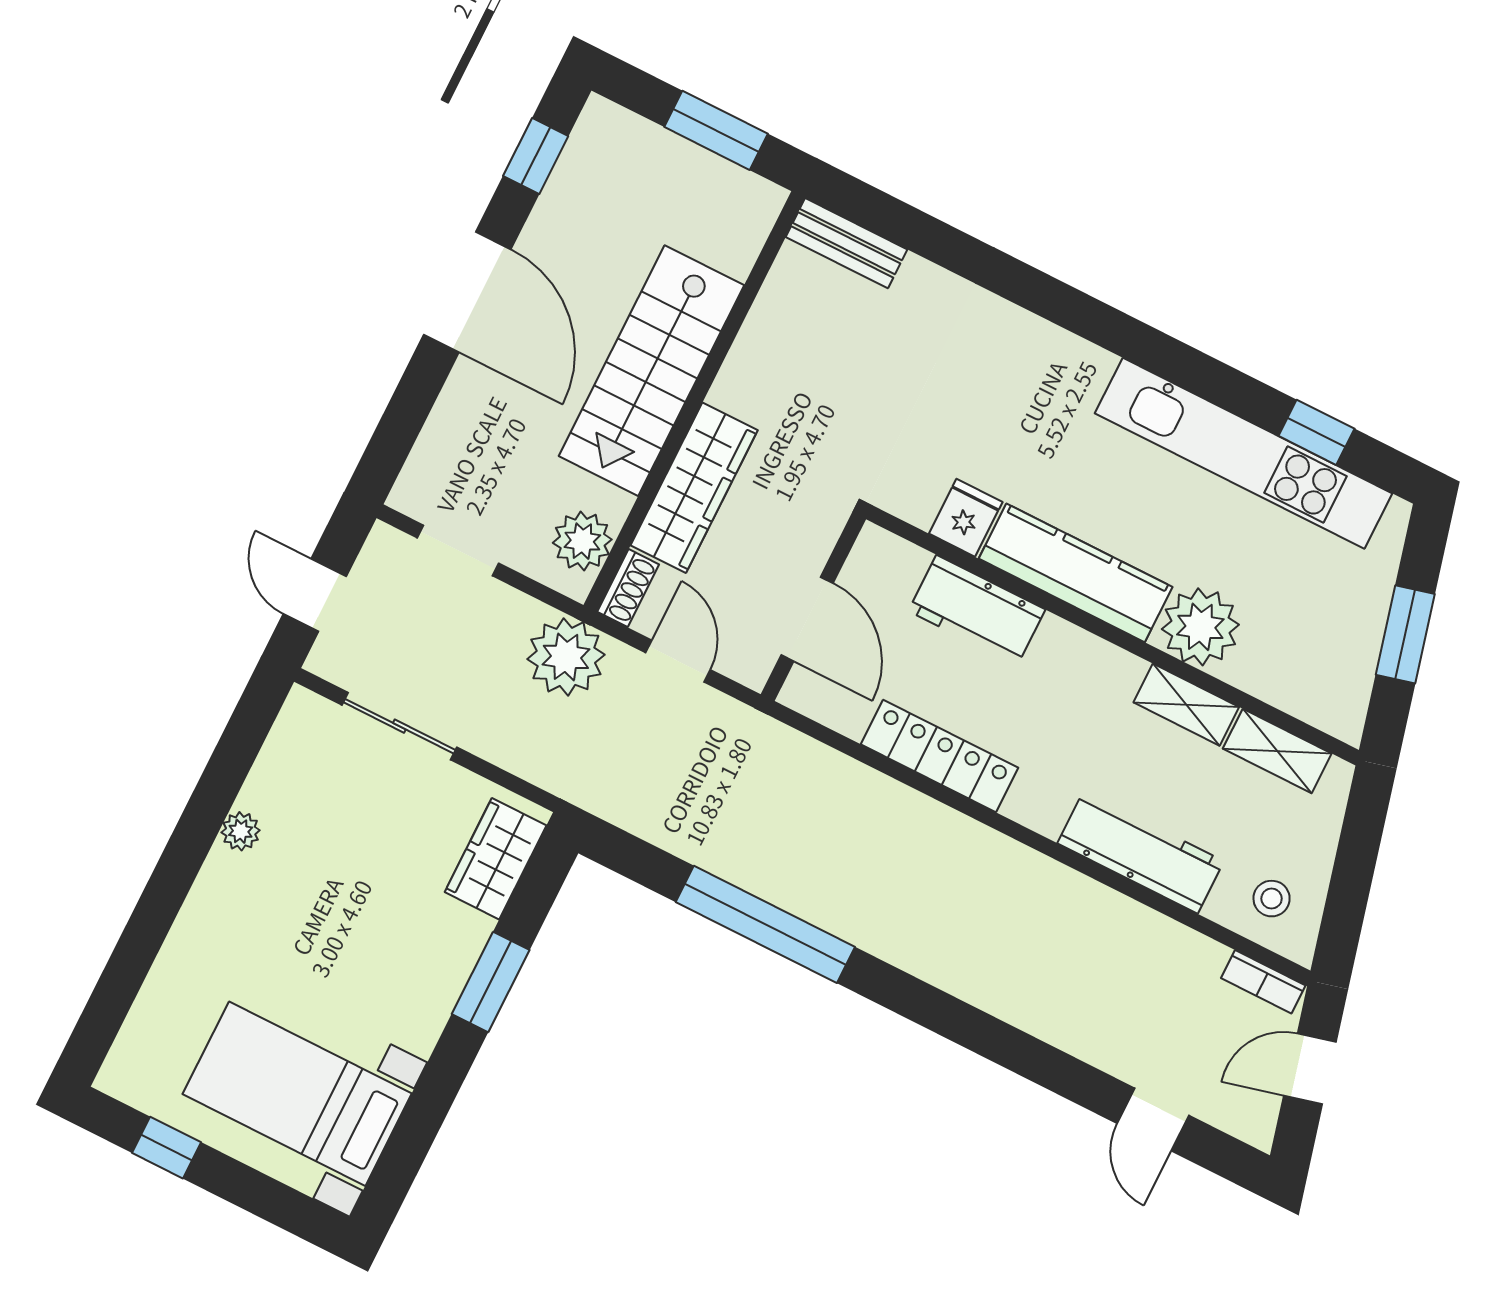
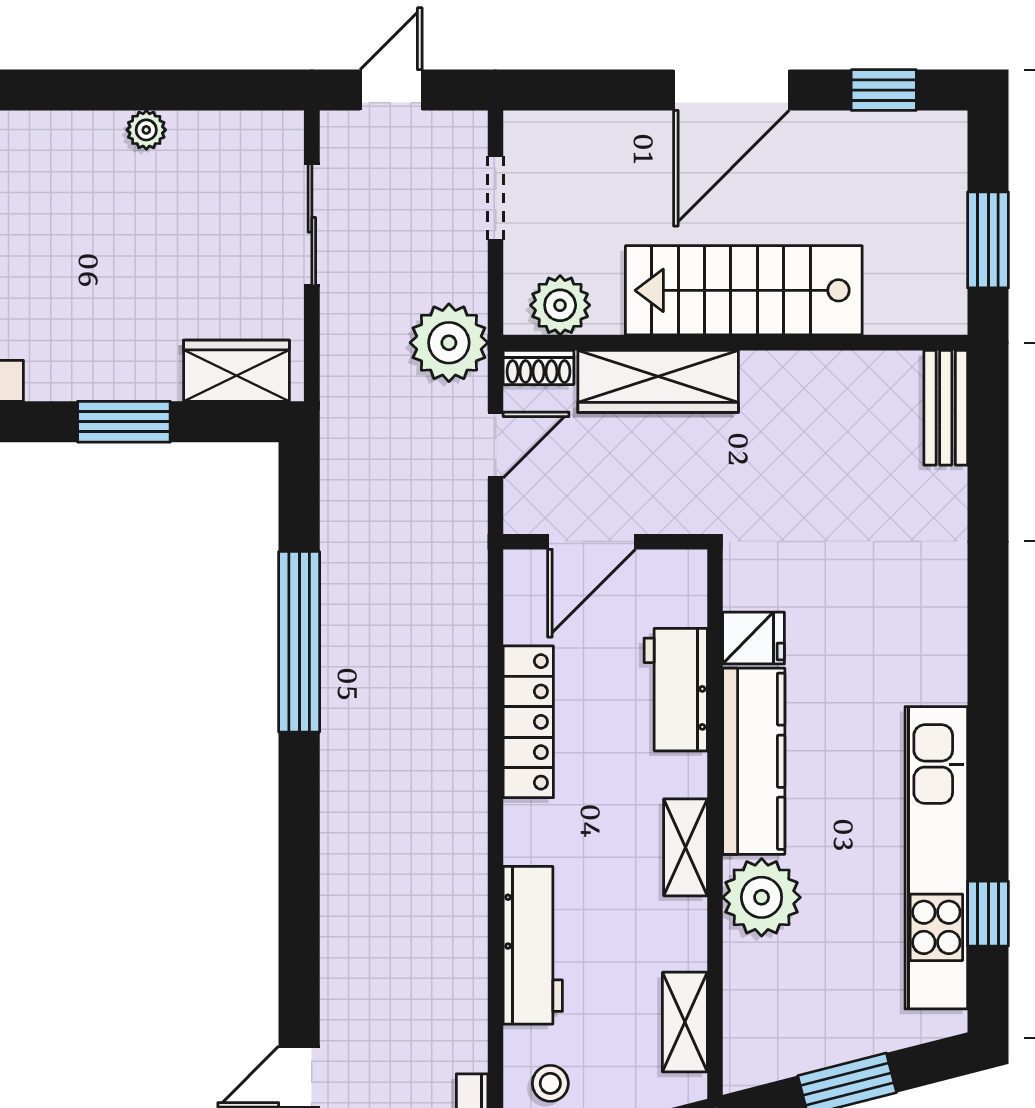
shelving: (1186, 705) -> (686, 847), moved

